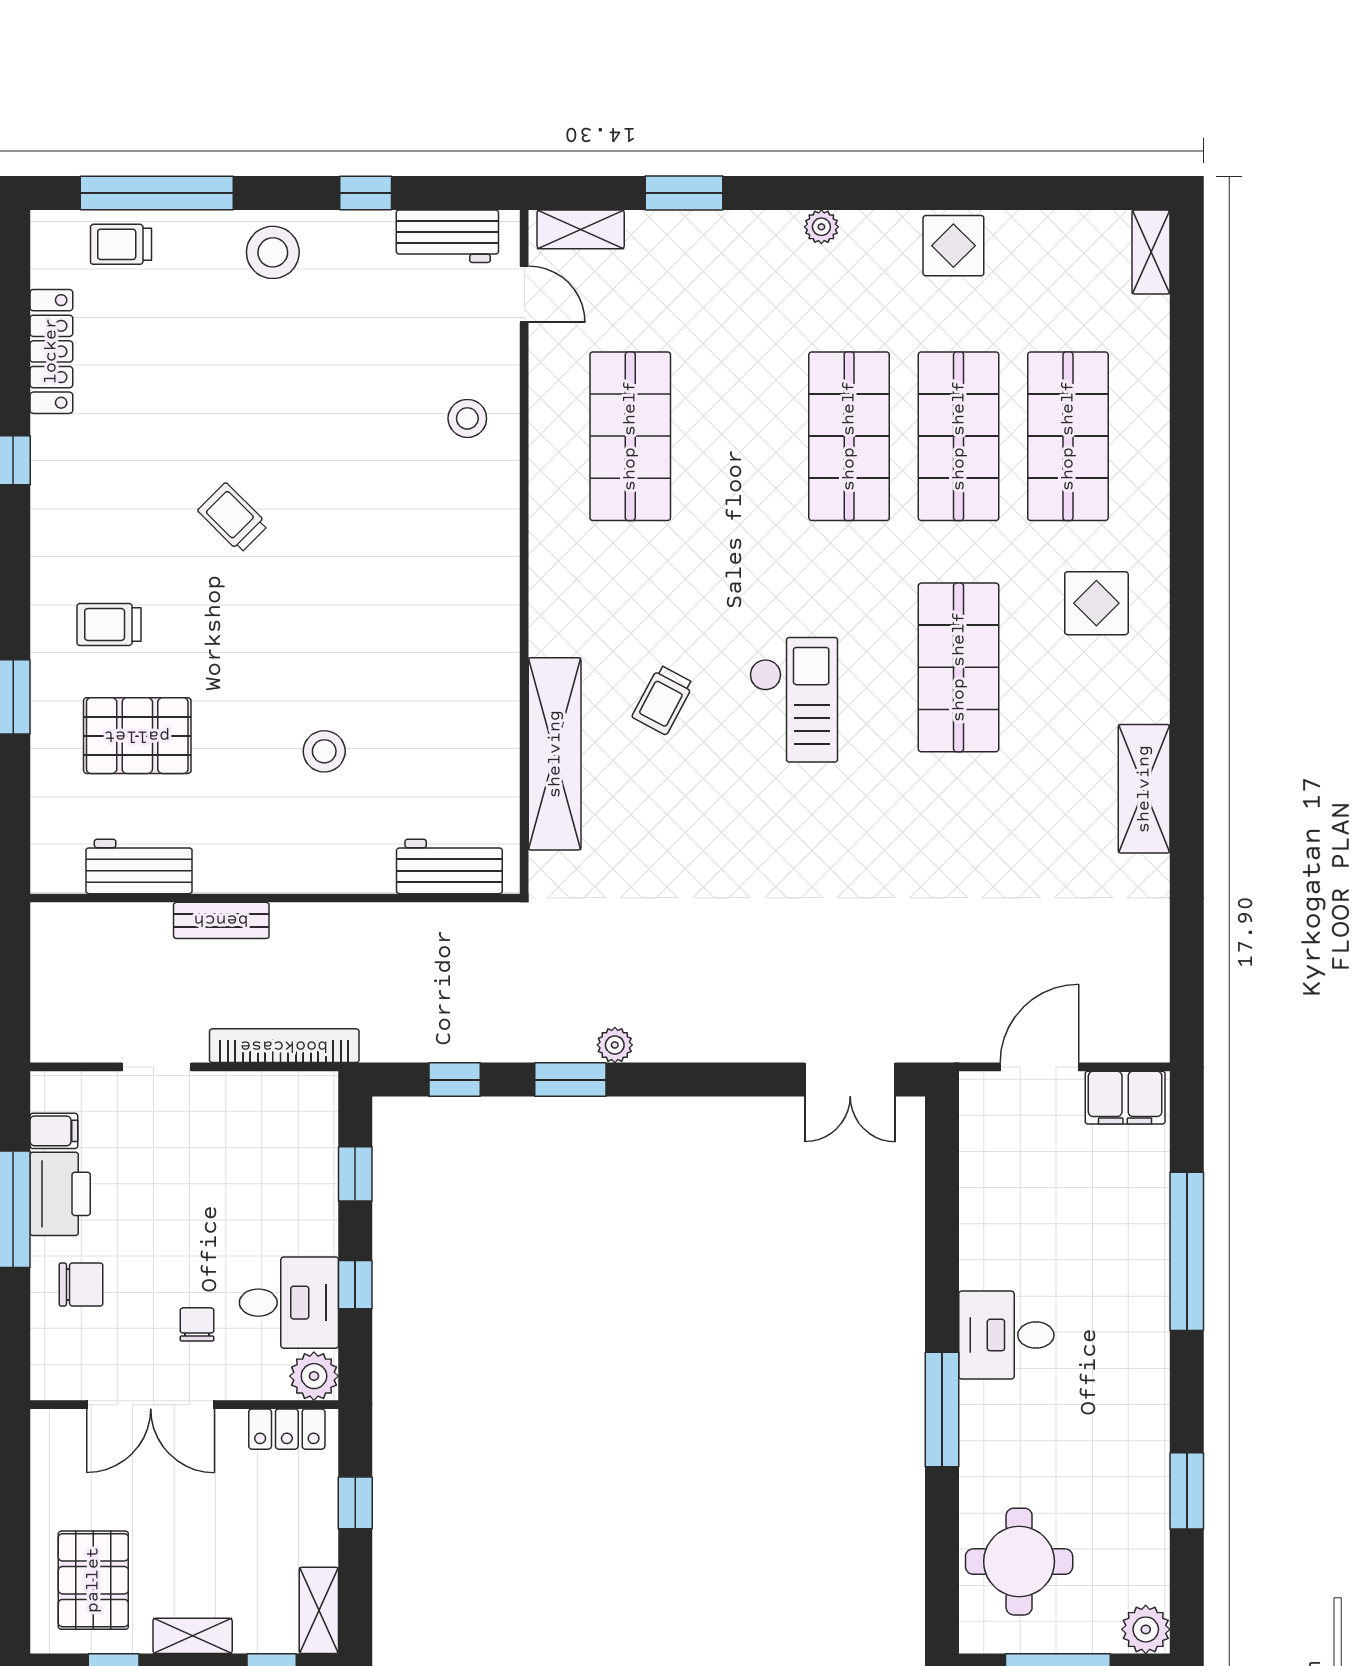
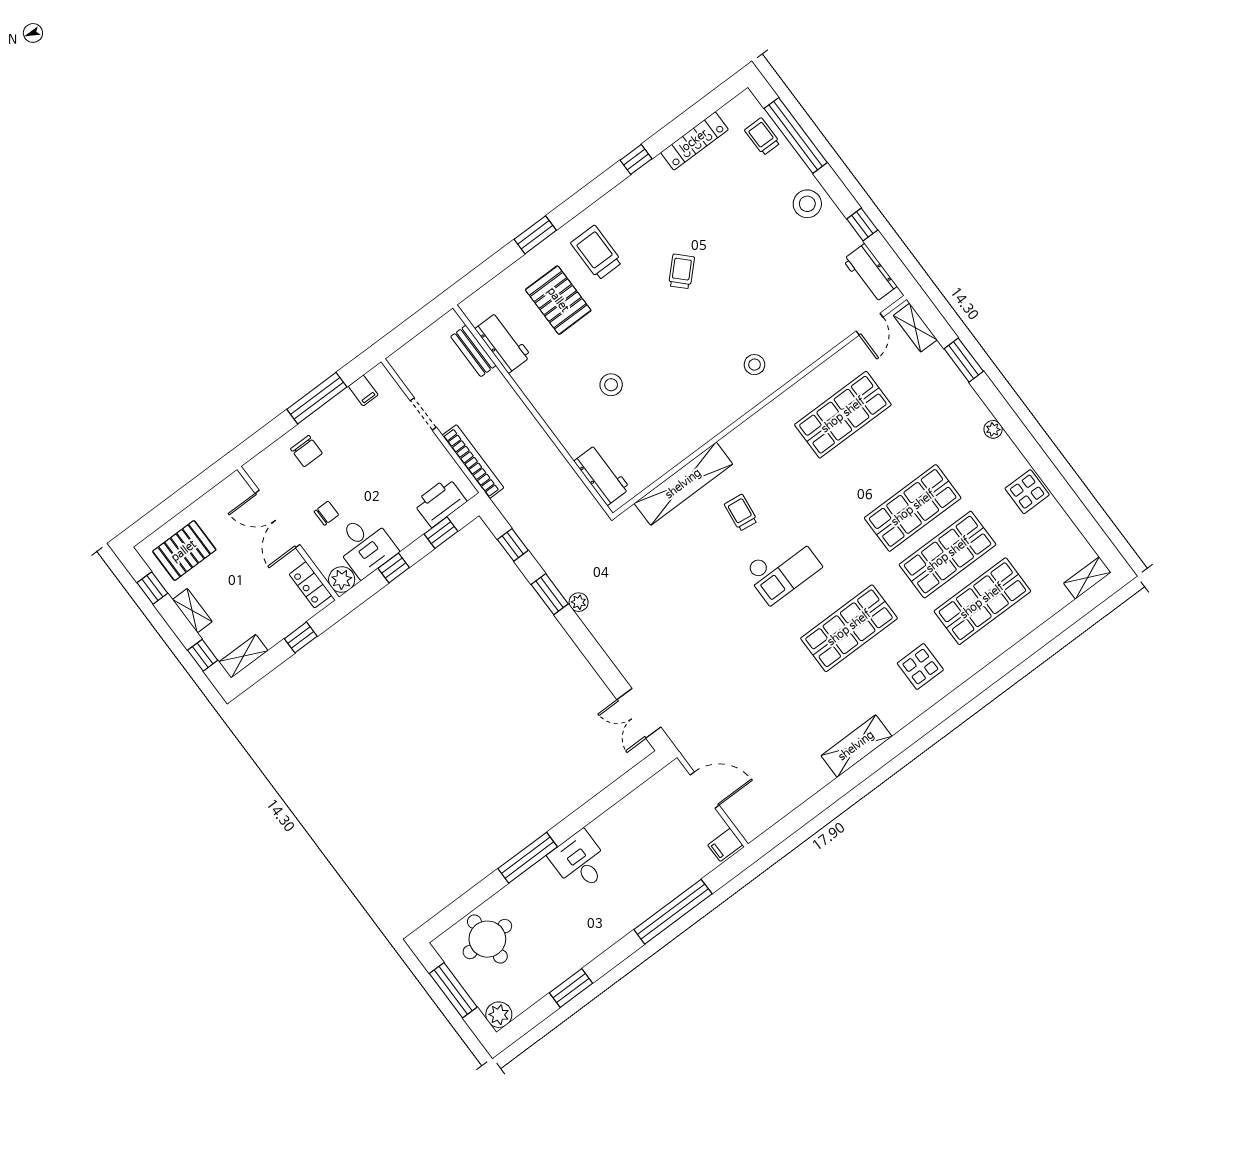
stool: (467, 418) -> (754, 365), moved
trolley: (109, 625) -> (597, 253), width x1.36, depth x1.39
trolley: (663, 700) -> (741, 513), turned 69
bench: (221, 920) -> (473, 351), moved
filing cabinet: (1125, 1098) -> (725, 845), width x0.50
printer: (60, 1194) -> (440, 502), moved, turned 180

